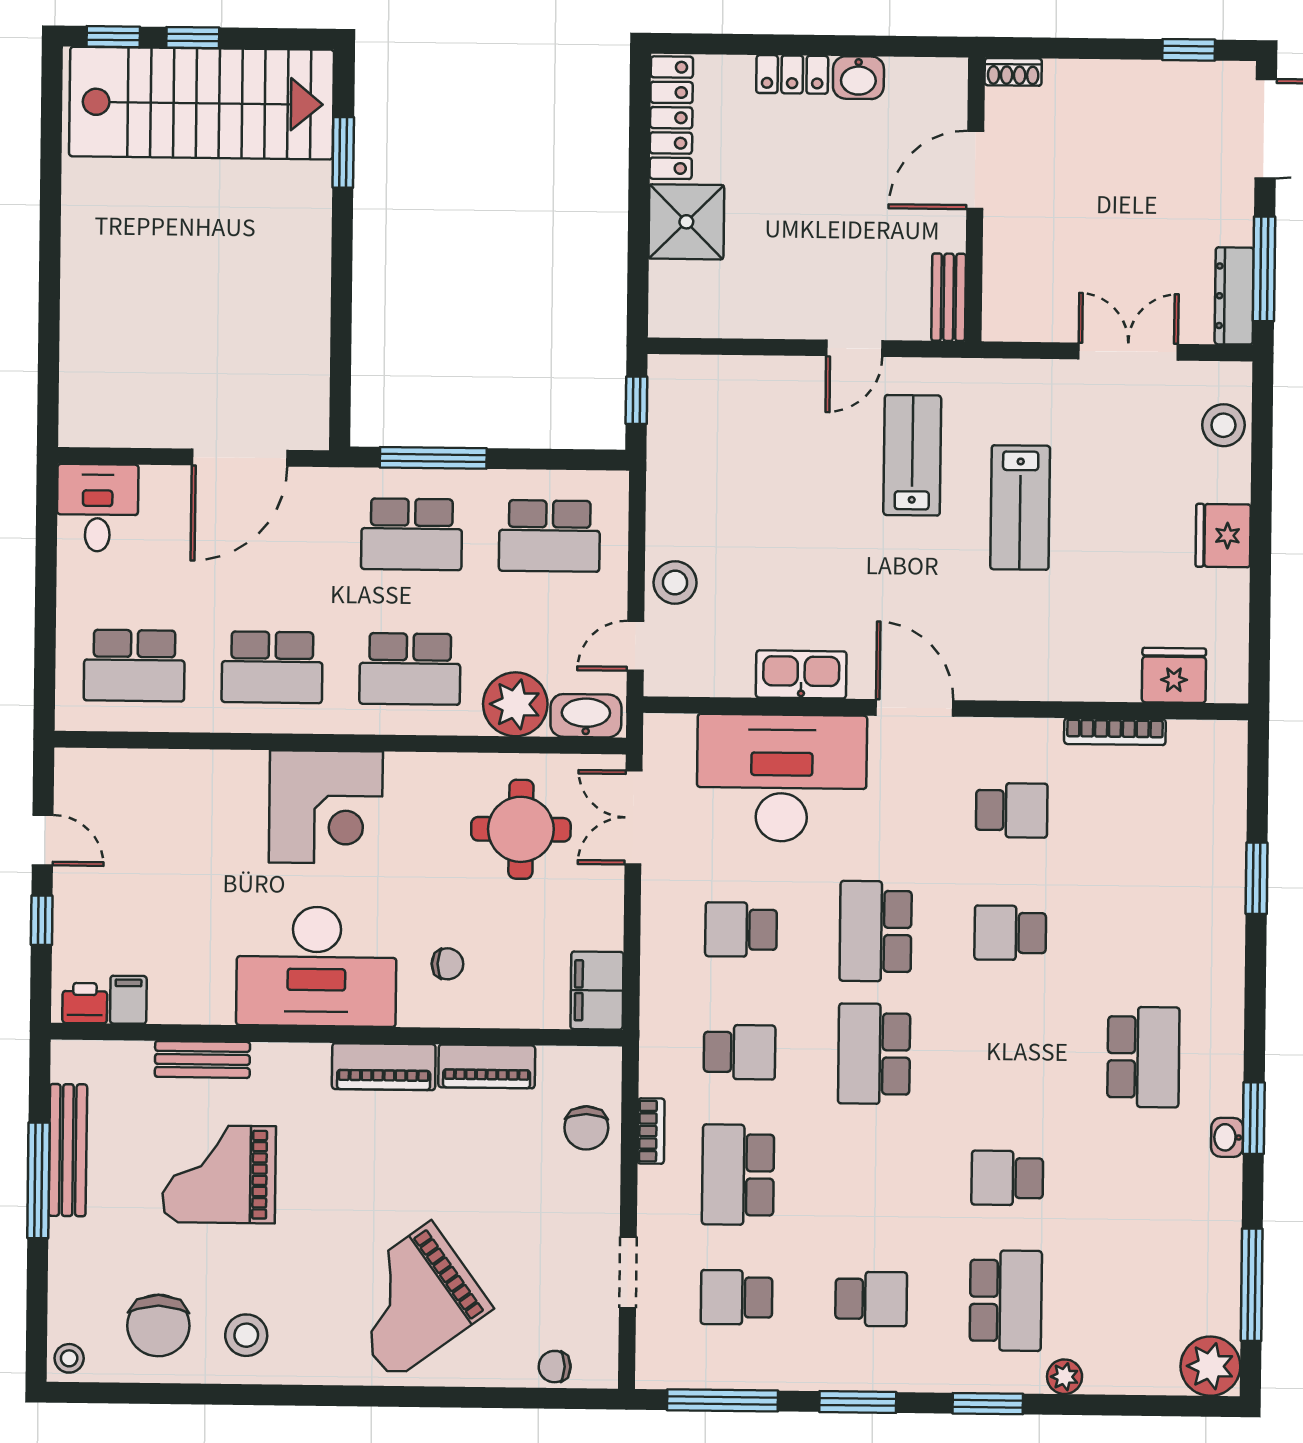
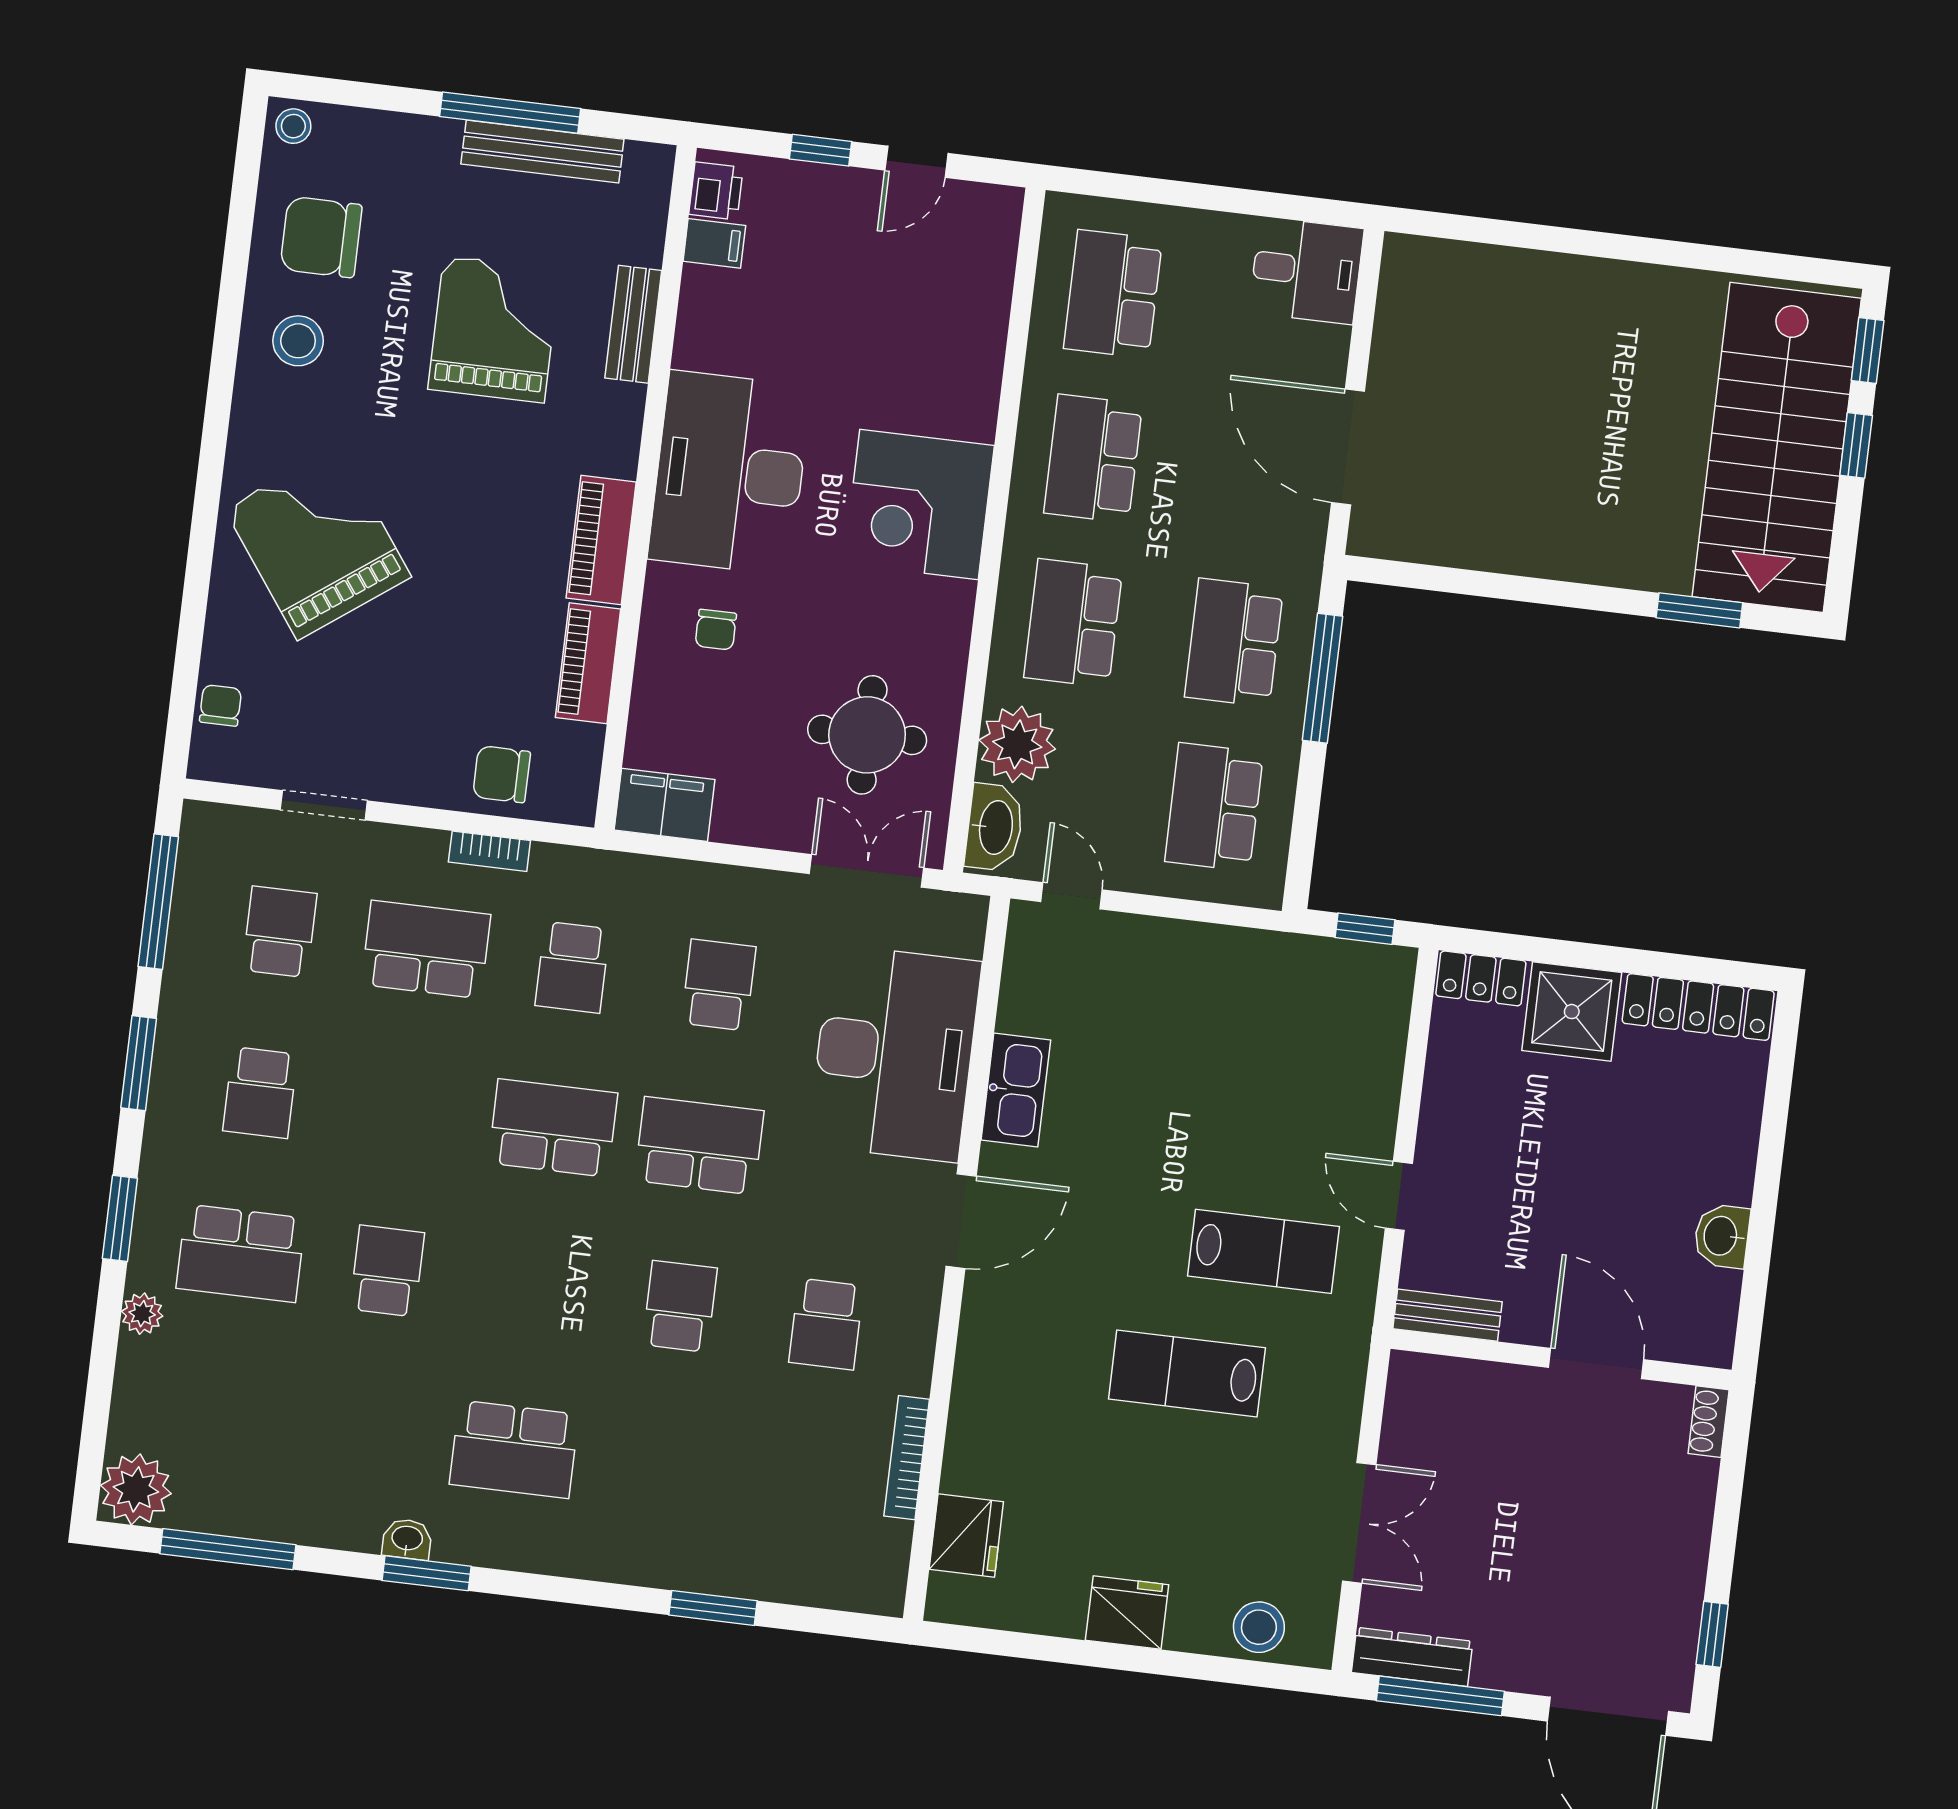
locker: (792, 74) -> (1481, 978), moved, turned -90
stool: (675, 582) -> (1142, 951), removed

